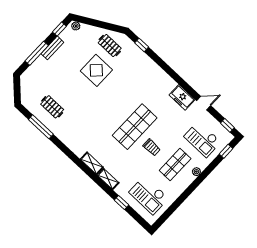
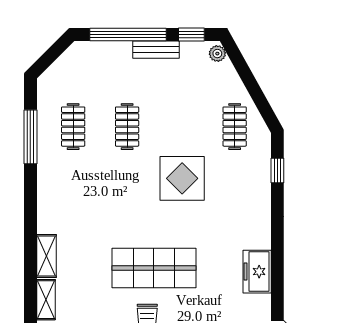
window: (37, 53) -> (128, 34), width x1.46
display table: (96, 70) -> (182, 178), moved
clothes rail: (71, 86) -> (127, 127), added
freezer: (182, 97) -> (257, 272), moved

